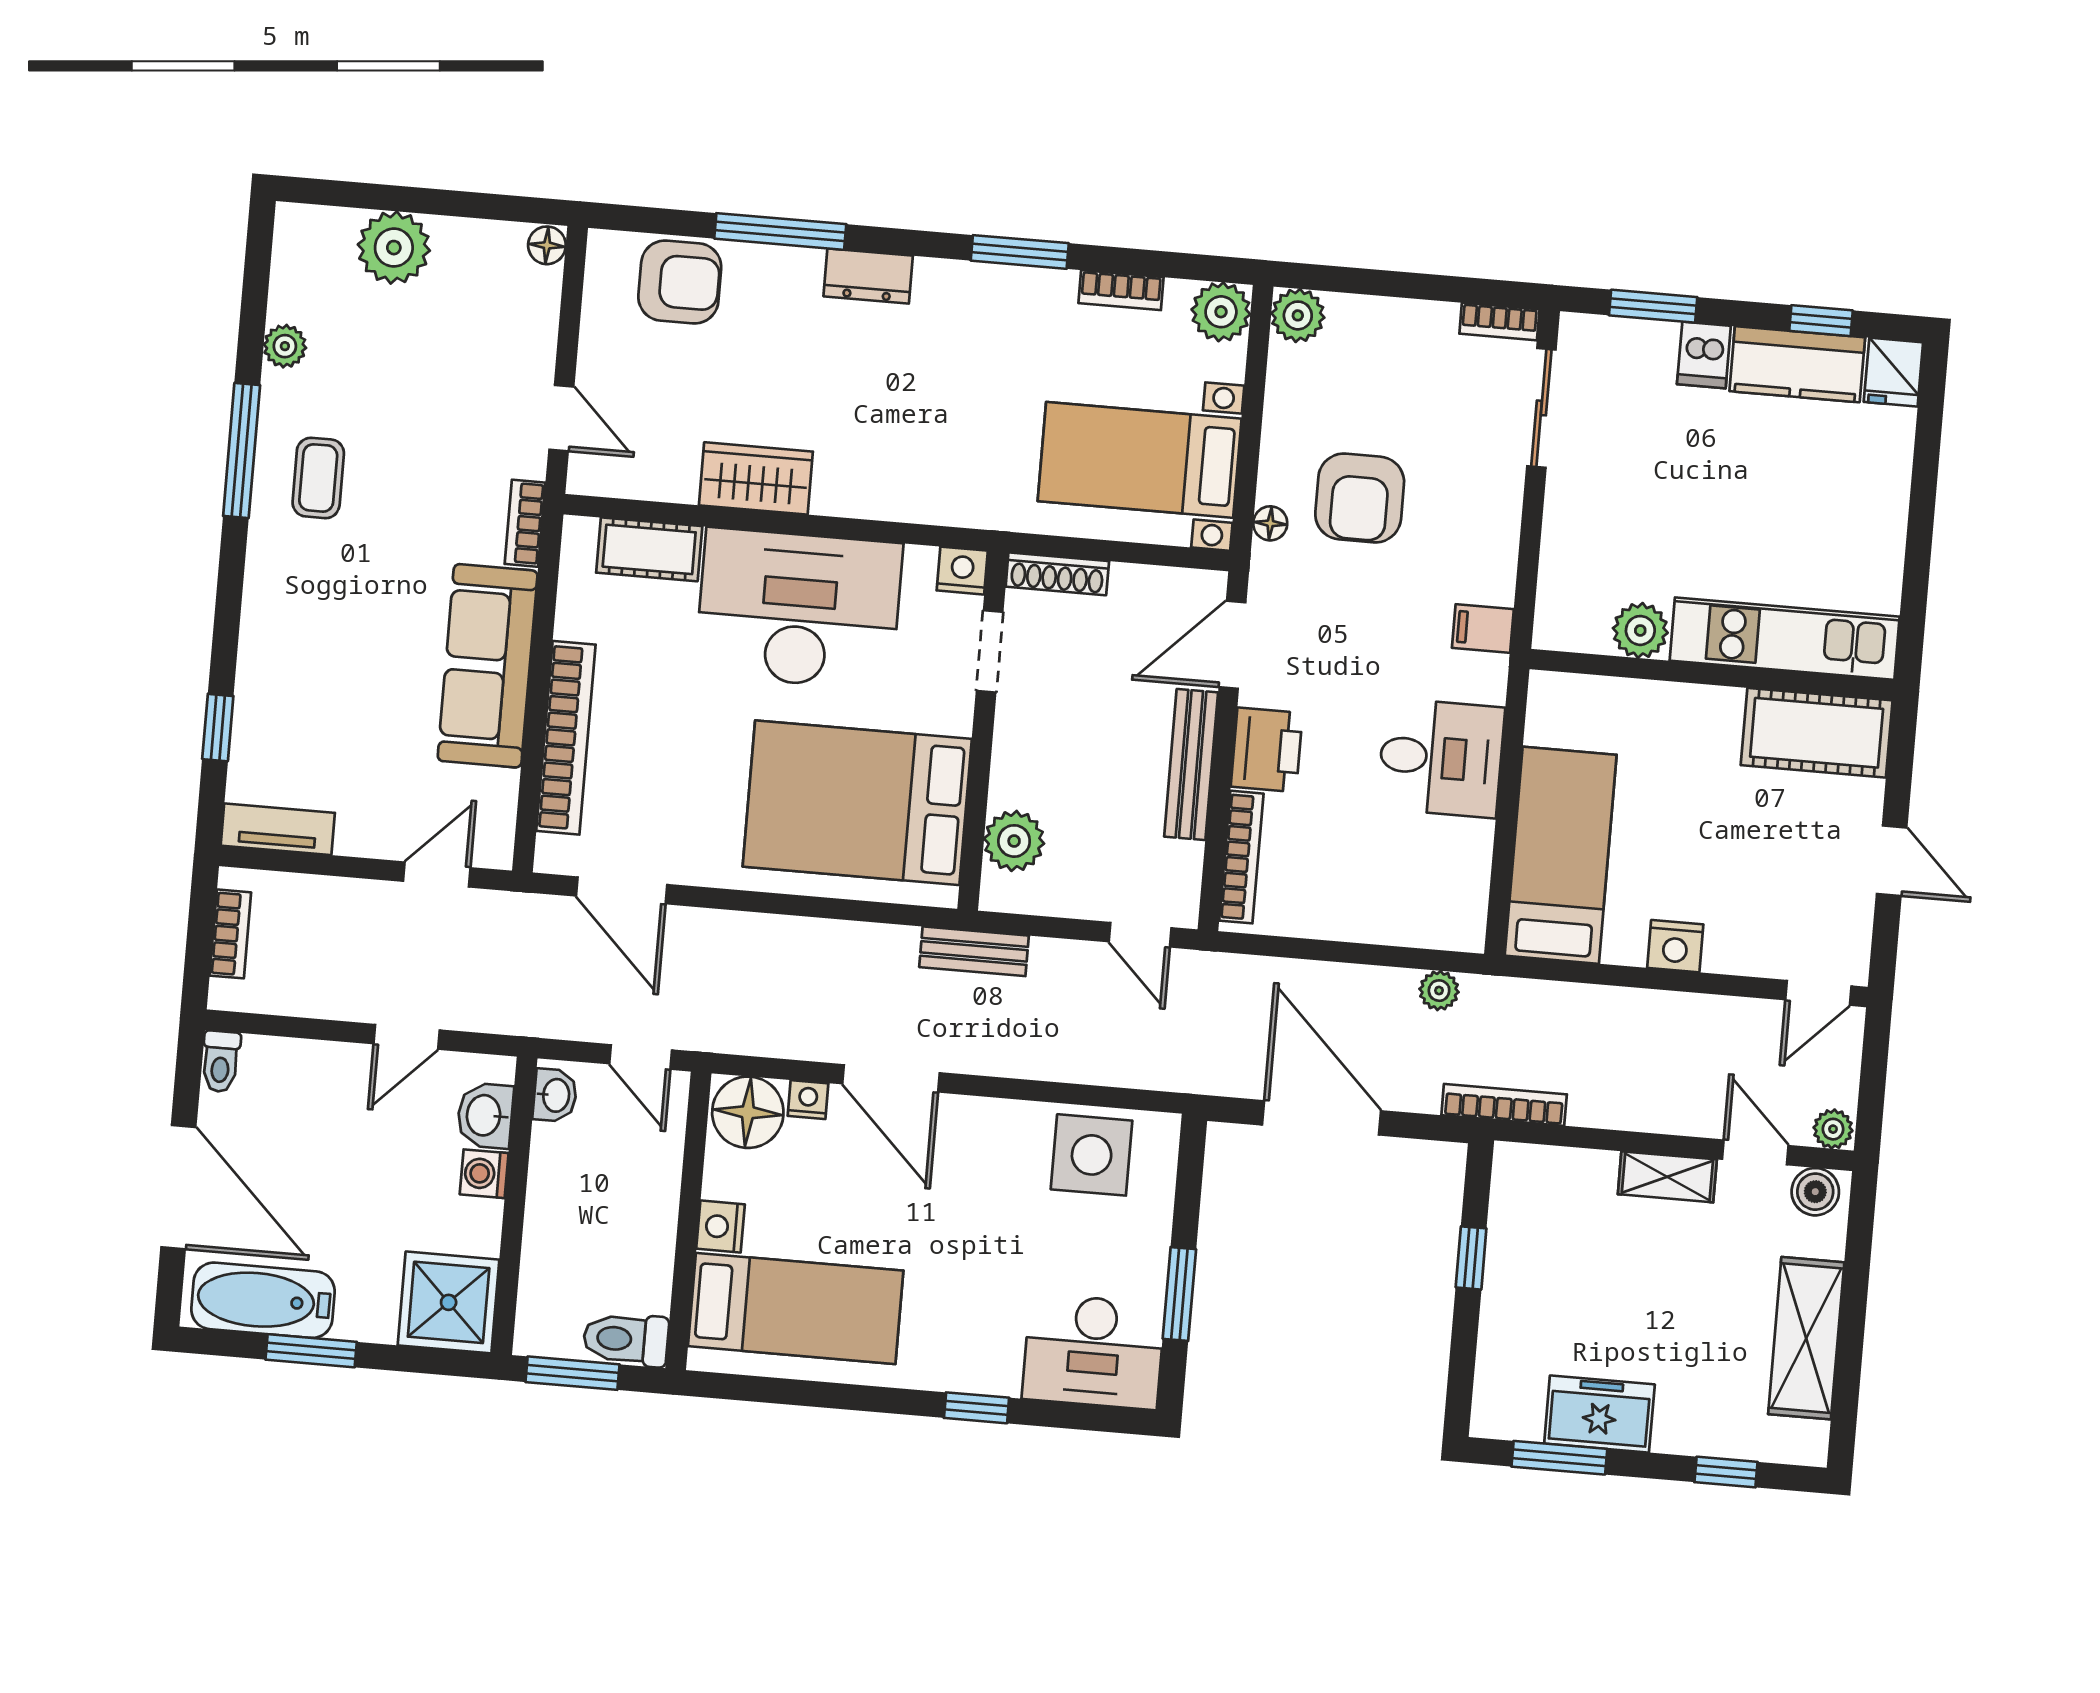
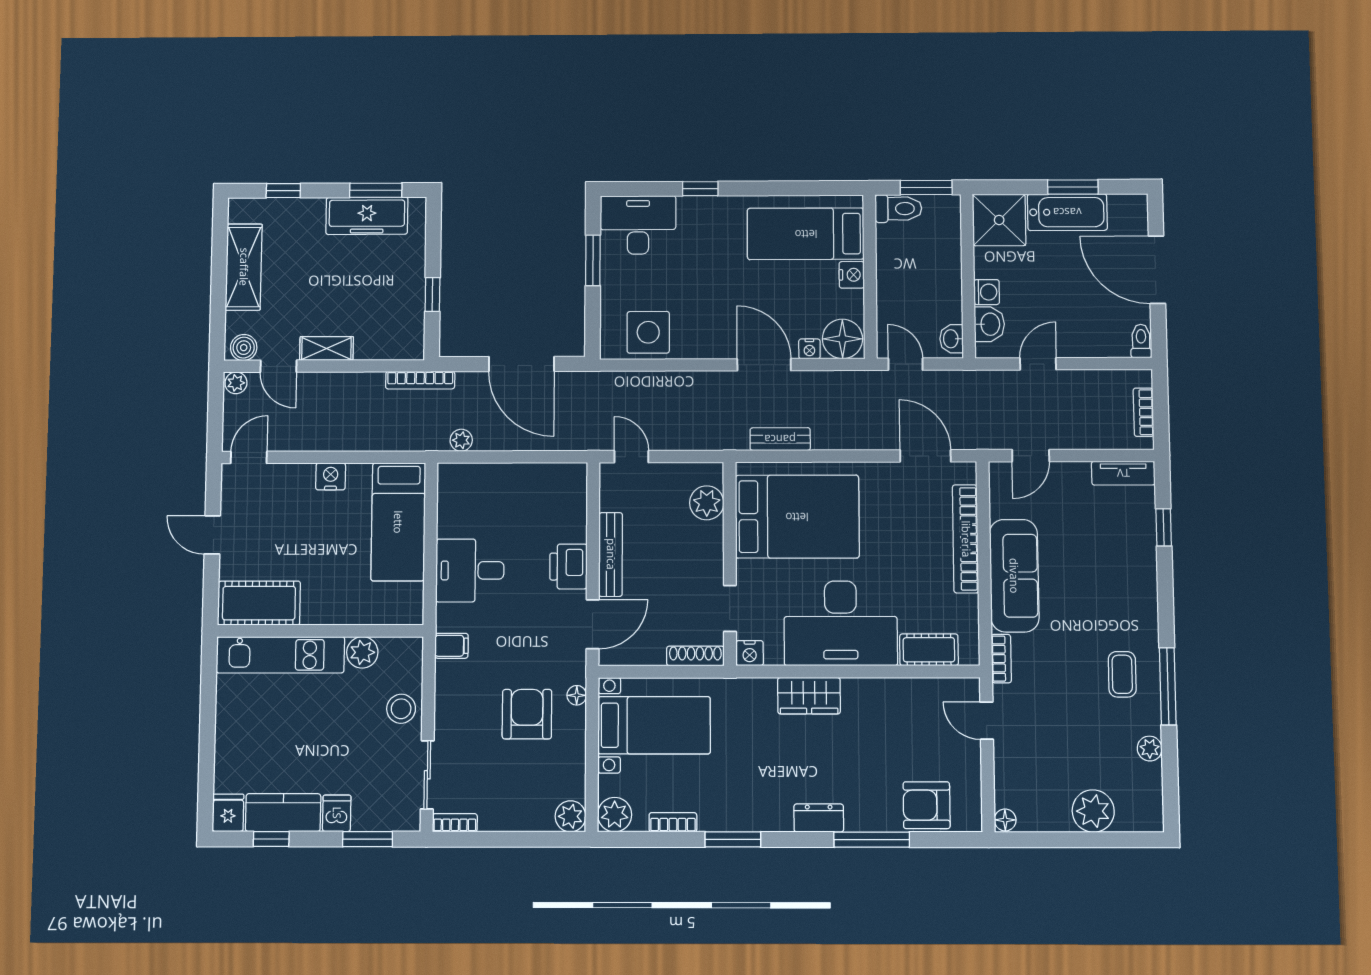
wardrobe: (756, 478) -> (809, 696), moved
stool: (1579, 526) -> (401, 709), added
bookcase: (1241, 857) -> (578, 505), removed
bench: (974, 951) -> (780, 439), moved
bathtub: (263, 1300) -> (1067, 212), moved
freezer: (1599, 1414) -> (367, 216), width x1.40

